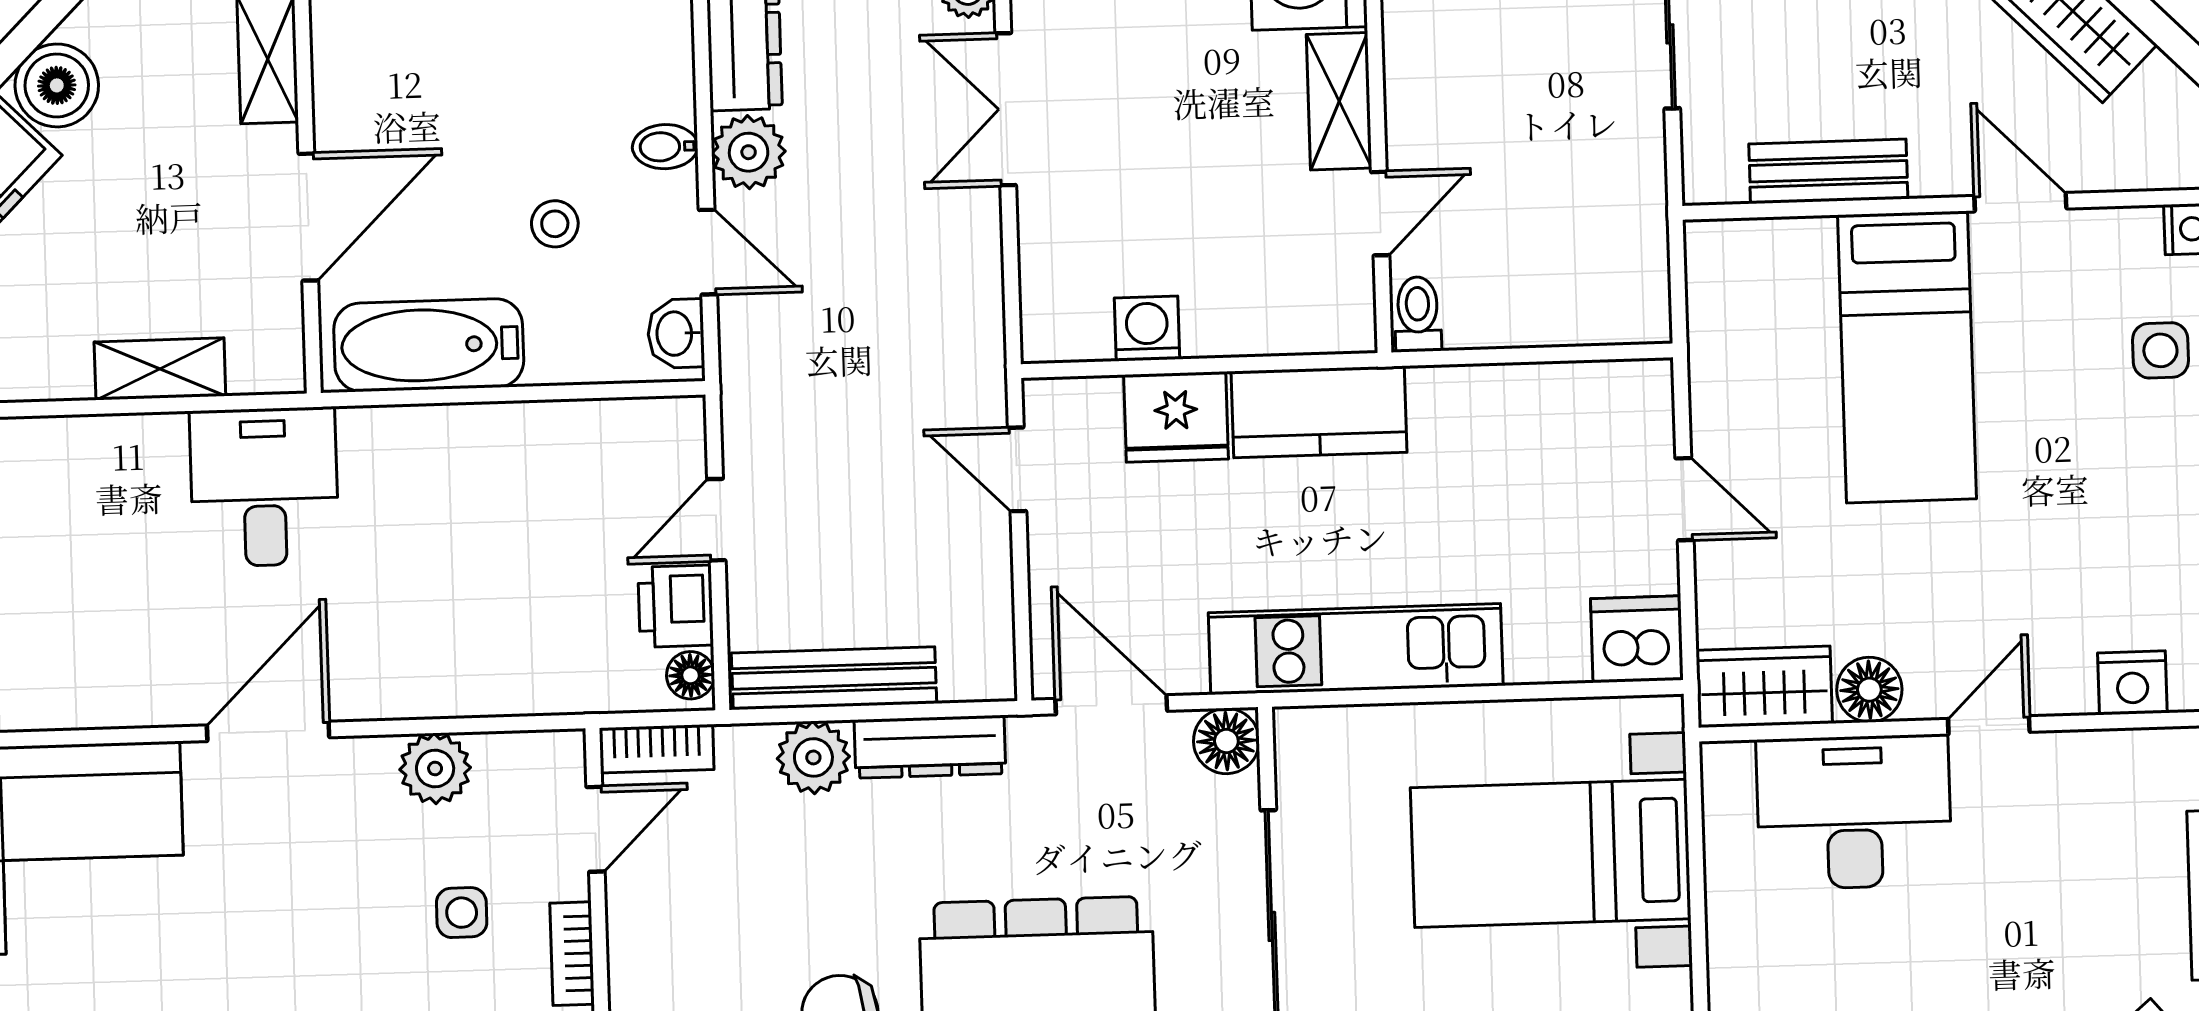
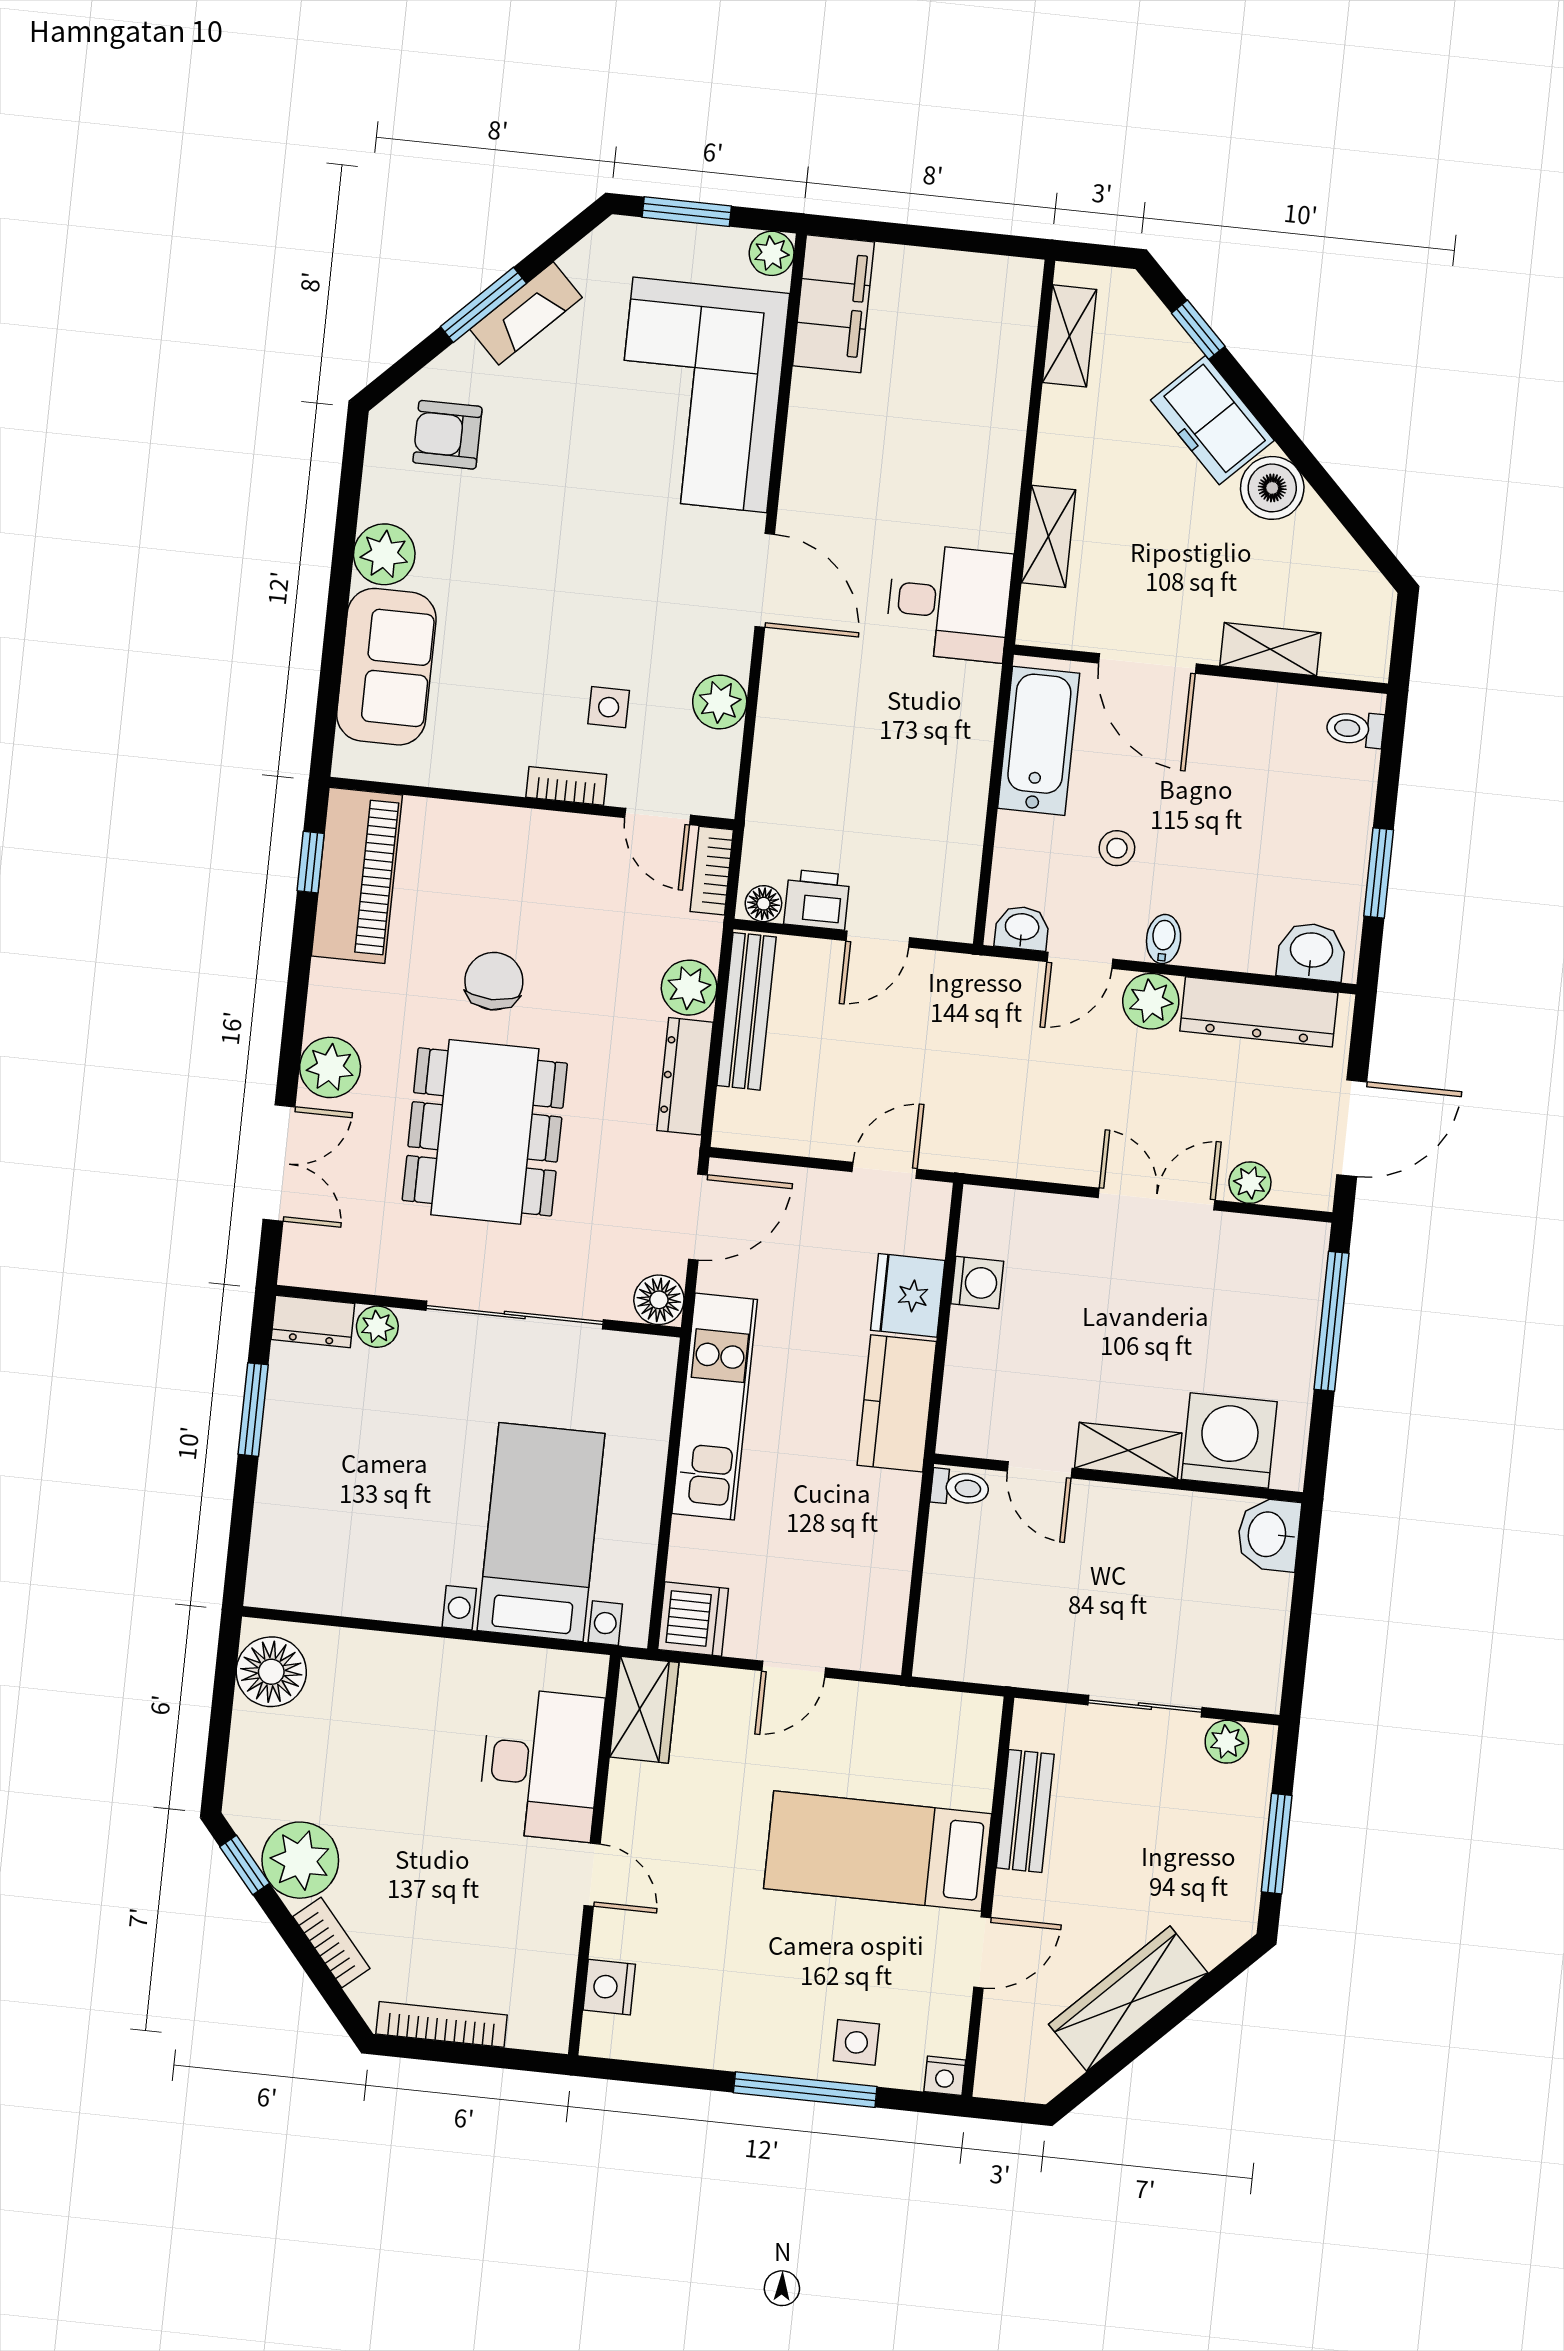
door: (716, 520) -> (878, 939), swing flipped
floor lamp: (1869, 690) -> (631, 1789), removed

